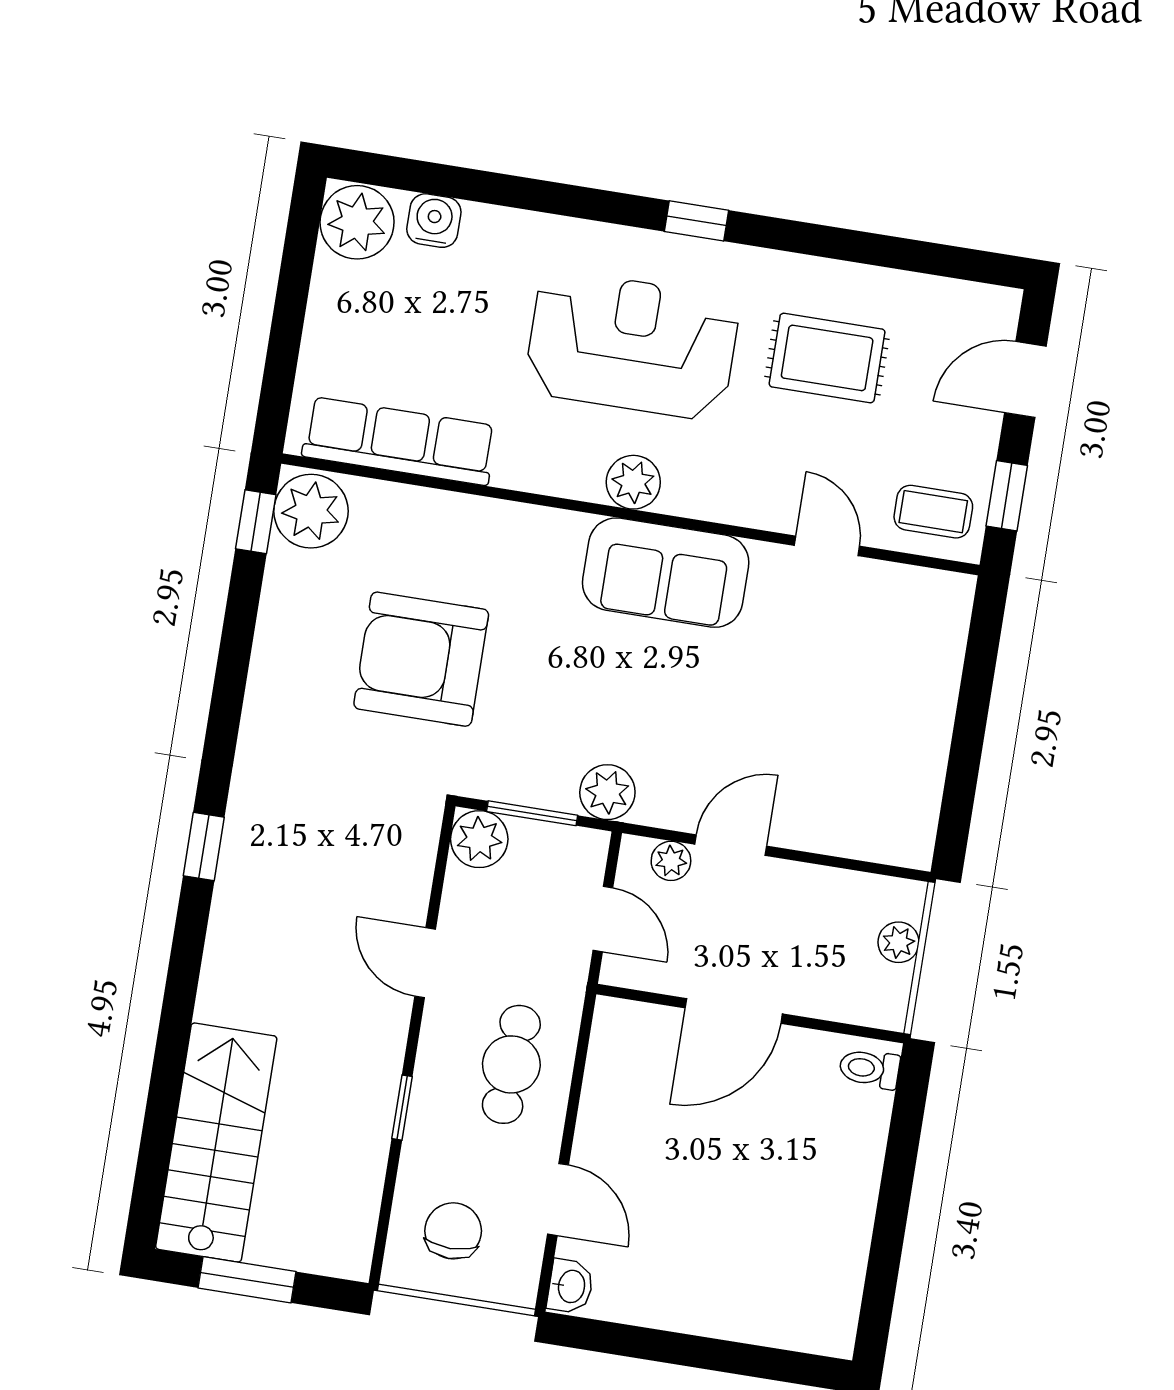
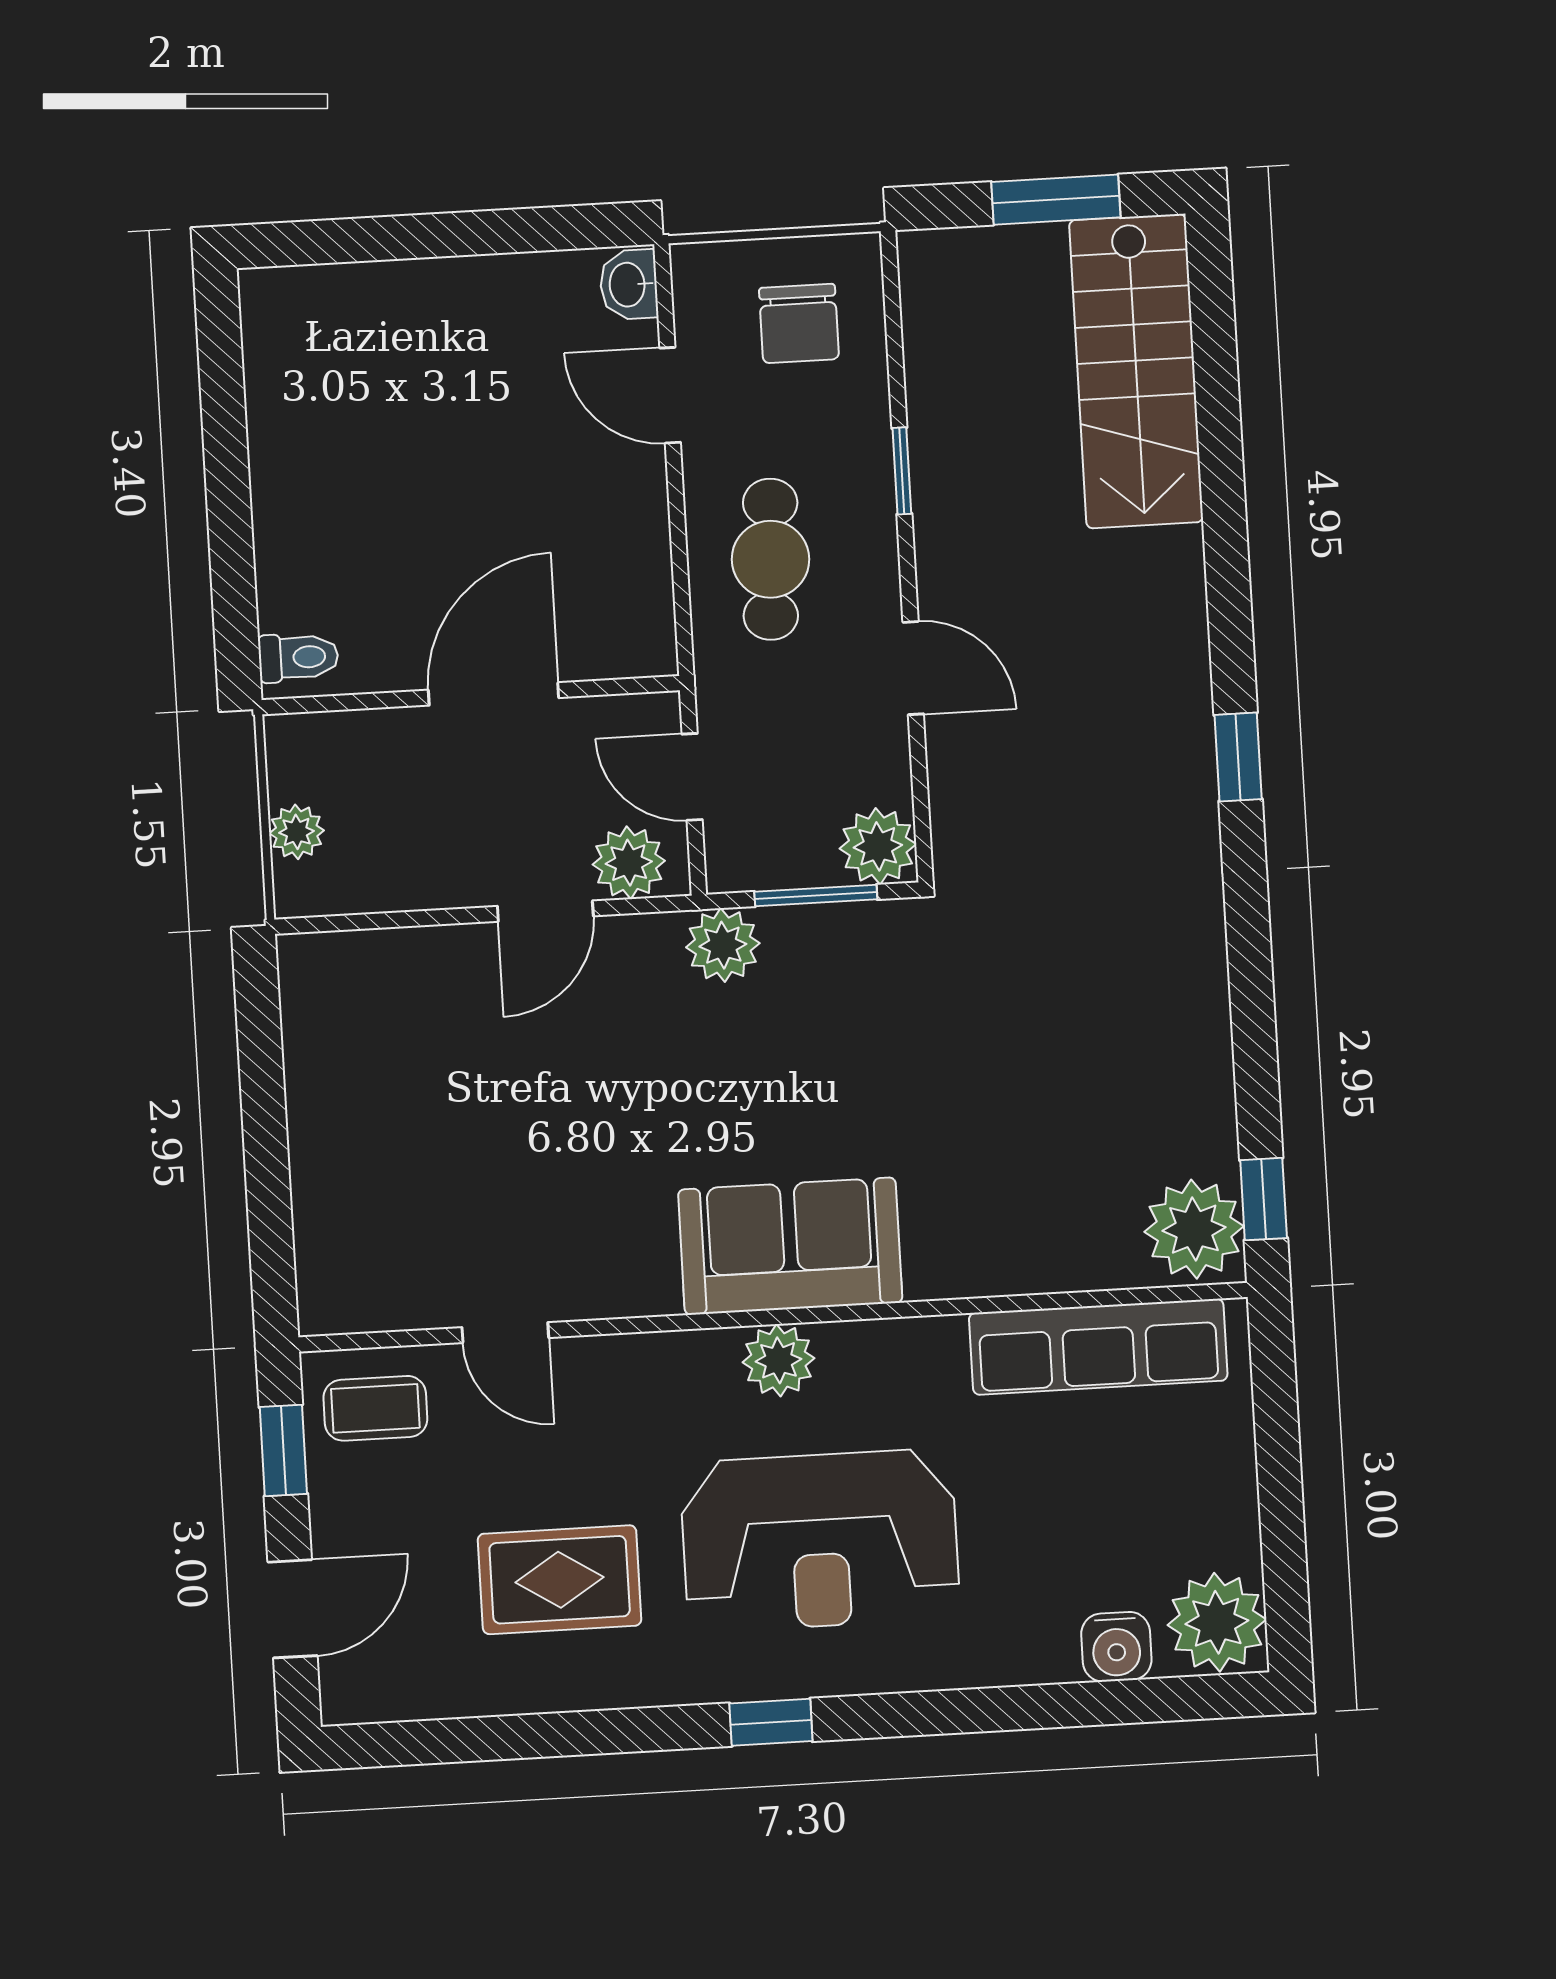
sofa: (666, 573) -> (790, 1246), moved
armchair: (421, 659) -> (1006, 1066), removed
plant: (671, 861) -> (629, 863), width x1.38, depth x1.38

